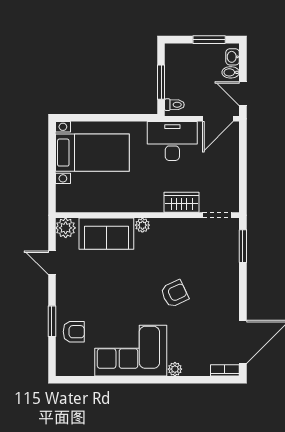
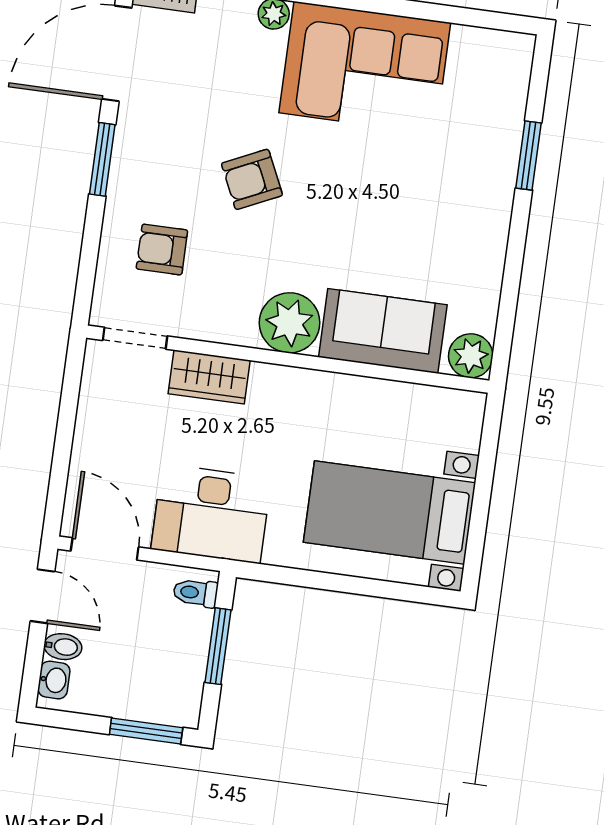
window: (209, 40) -> (146, 731), moved
door: (218, 119) -> (105, 549), hinge flipped
plant: (142, 225) -> (290, 323), width x1.88, depth x1.88
window: (243, 246) -> (102, 159), moved
door: (52, 263) -> (511, 283), removed
armchair: (74, 332) -> (162, 249), moved

